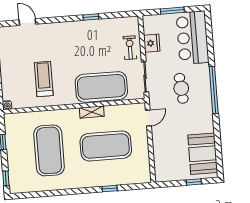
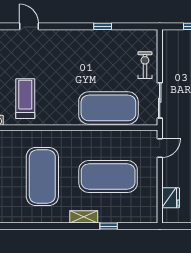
fridge: (152, 43) -> (171, 198), moved
treadmill: (44, 79) -> (25, 99), moved
shelving: (92, 112) -> (84, 217), moved

